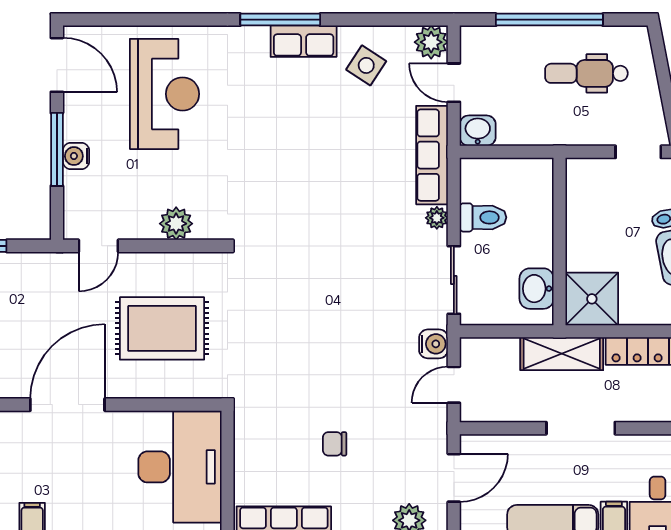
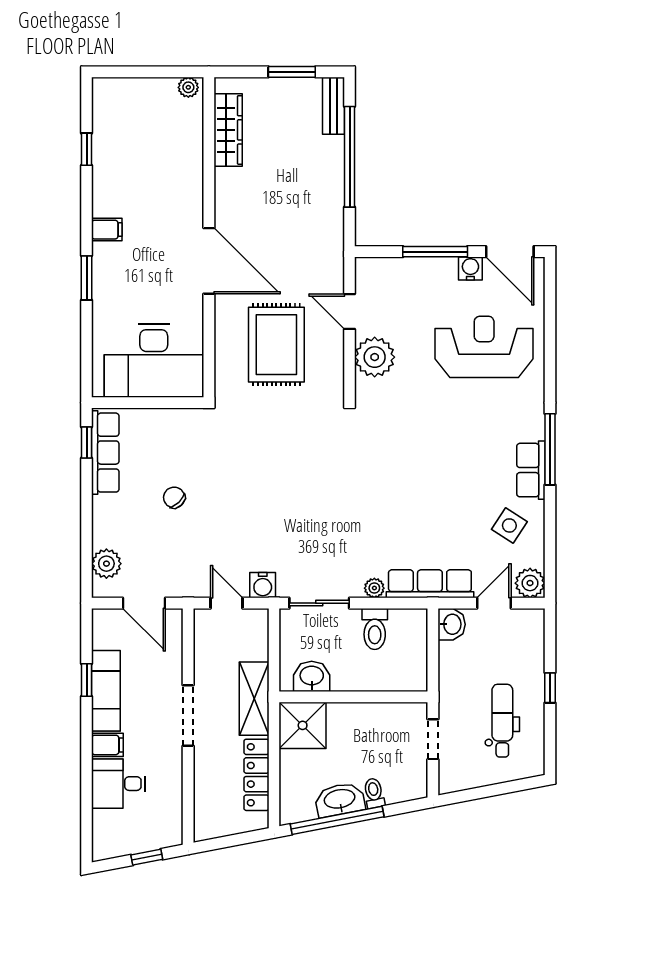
window: (549, 20) -> (550, 688), width x0.32
door: (57, 65) -> (510, 252), hinge flipped
reception desk: (164, 94) -> (484, 347), turned 180
doorway: (638, 152) -> (433, 739), moved
water cooler: (76, 156) -> (470, 268), moved
plant: (176, 224) -> (375, 357), width x1.36, depth x1.36
door: (98, 246) -> (350, 312), moved
chair: (335, 444) -> (174, 497), turned -44

